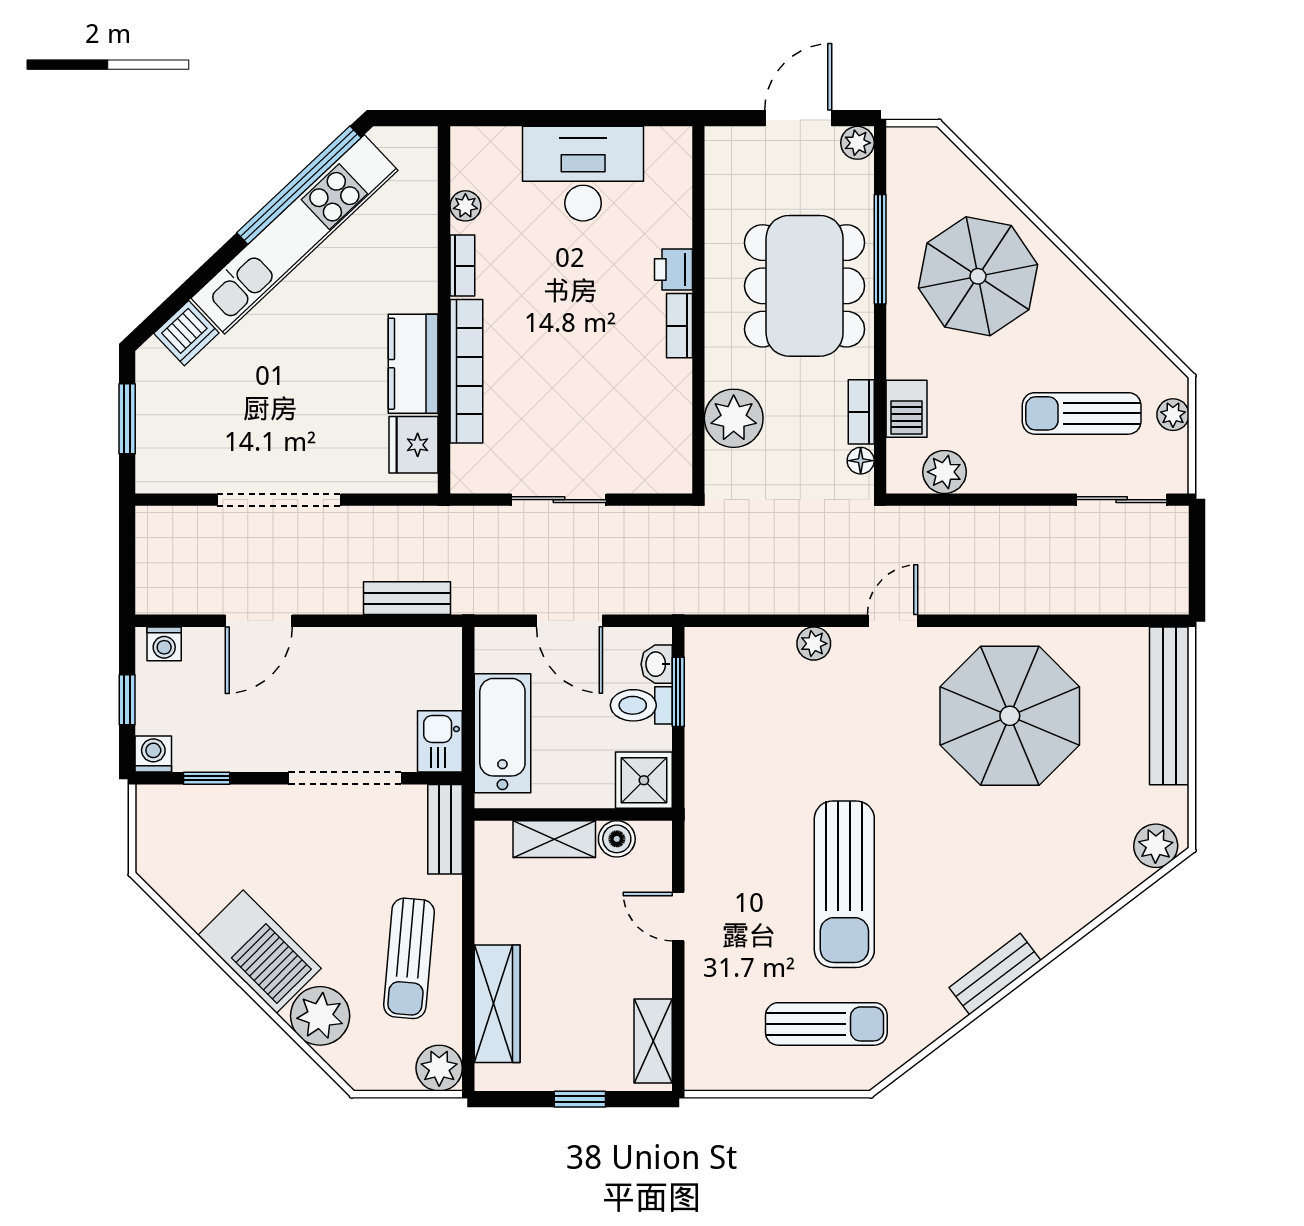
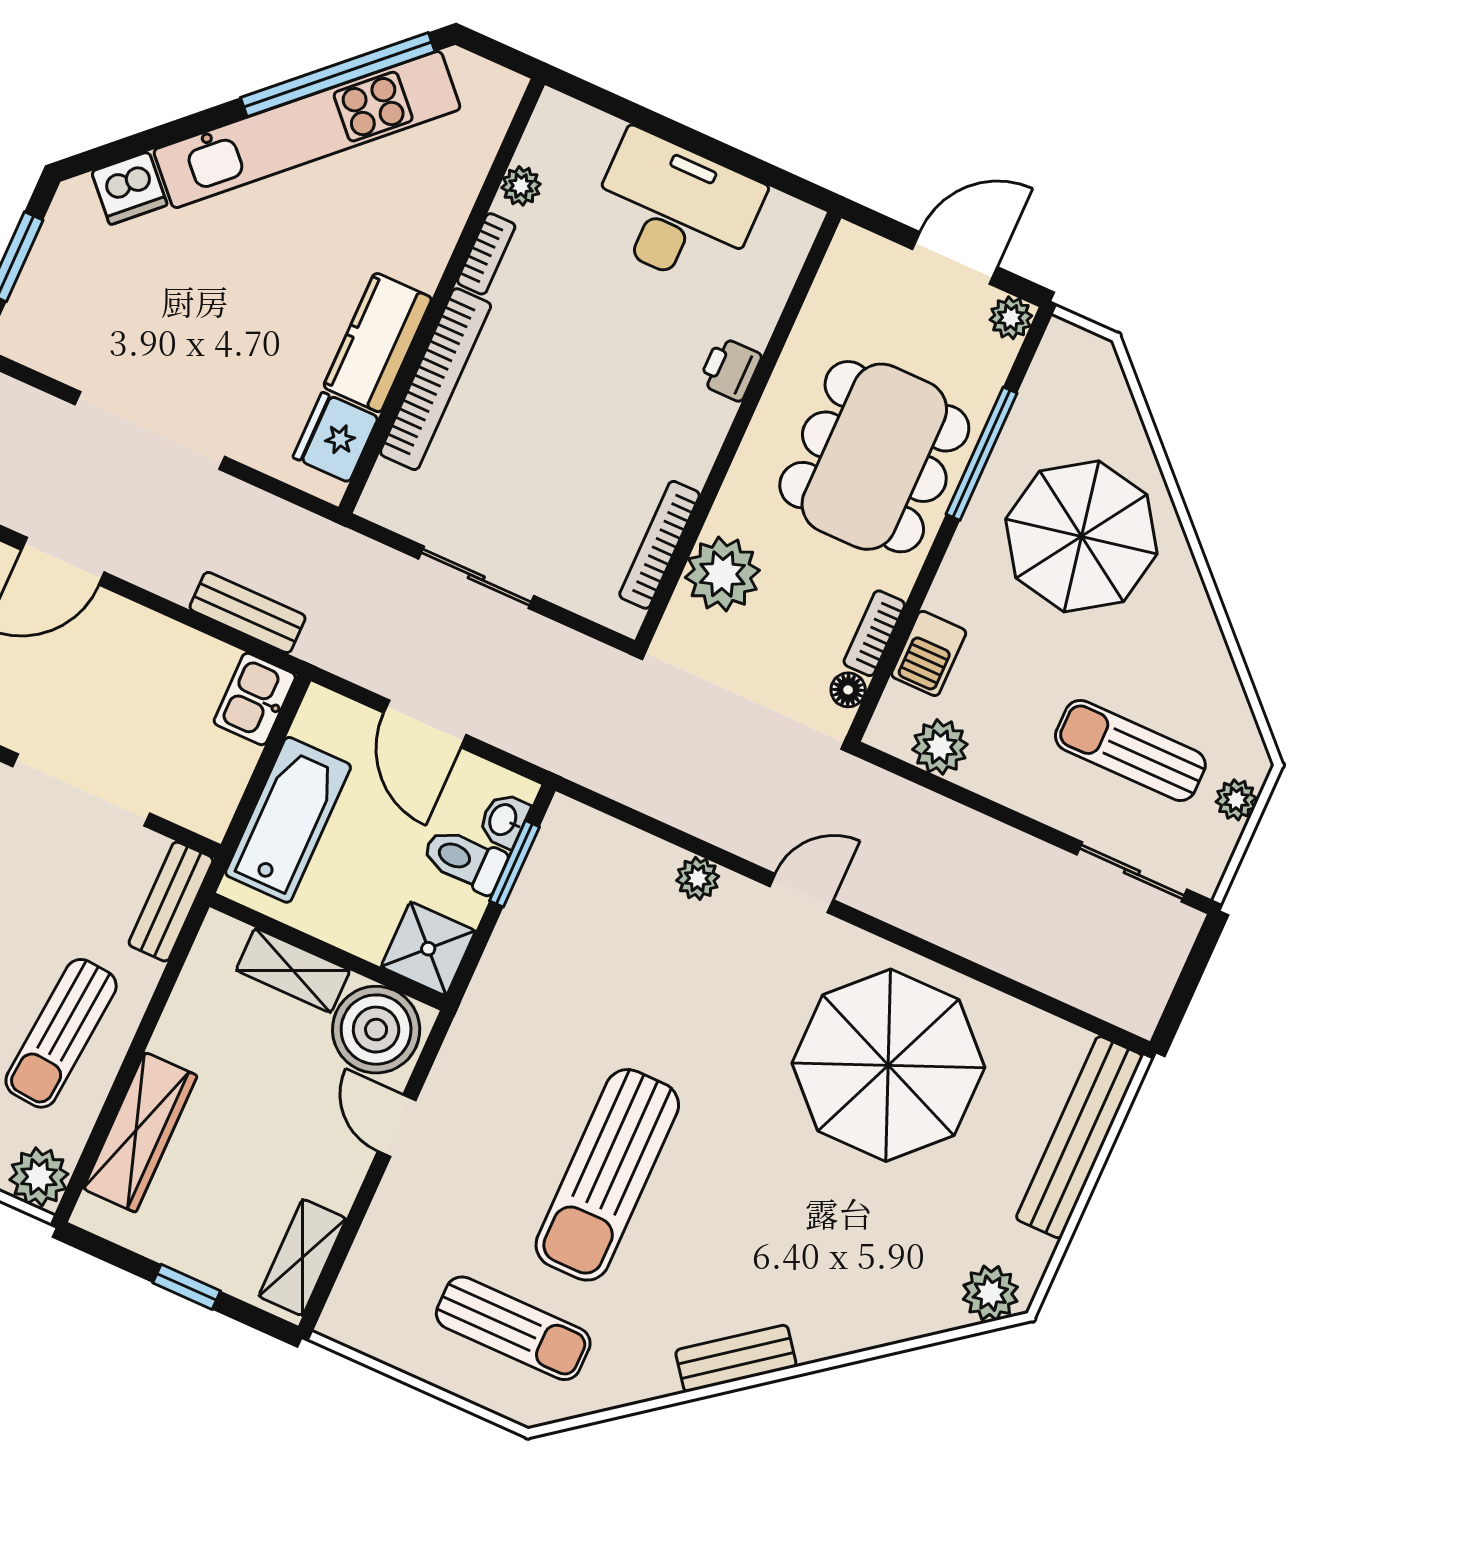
bookcase: (679, 326) -> (660, 545), moved, width x1.56
kitchen sink: (440, 741) -> (255, 699), moved
boiler: (617, 839) -> (376, 1030), width x1.86, depth x1.86

